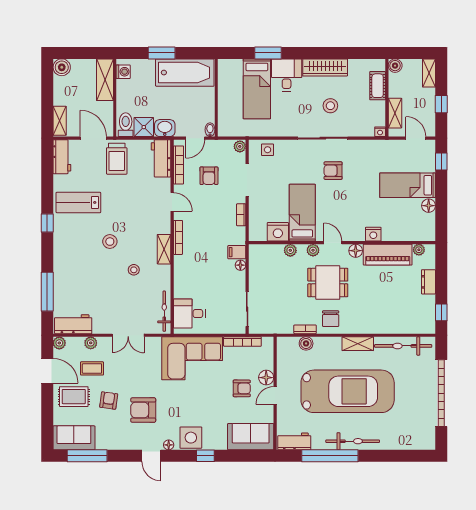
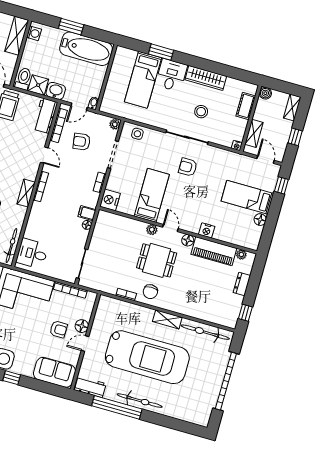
armchair: (209, 176) -> (82, 142), turned 82
nightstand: (278, 232) -> (110, 200), moved, turned 90
plant: (290, 250) -> (133, 224), removed
boiler: (306, 343) -> (124, 307), removed

